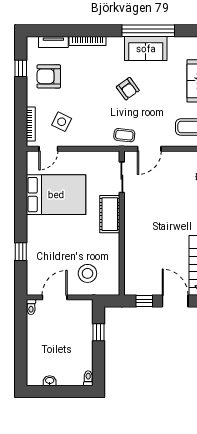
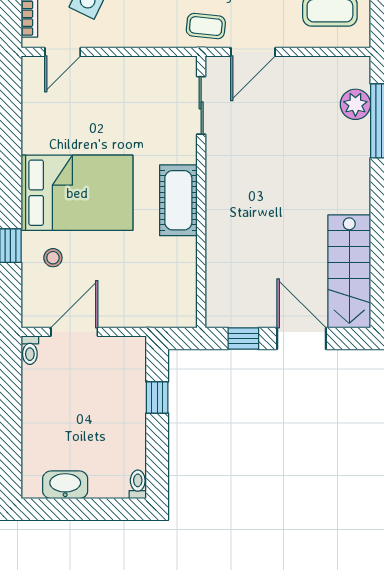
bed: (56, 195) -> (77, 193), moved
cot: (110, 214) -> (178, 200), moved
stool: (87, 273) -> (53, 258), moved, width x0.53, depth x0.53
washbasin: (50, 381) -> (65, 485), width x1.91, depth x1.45

